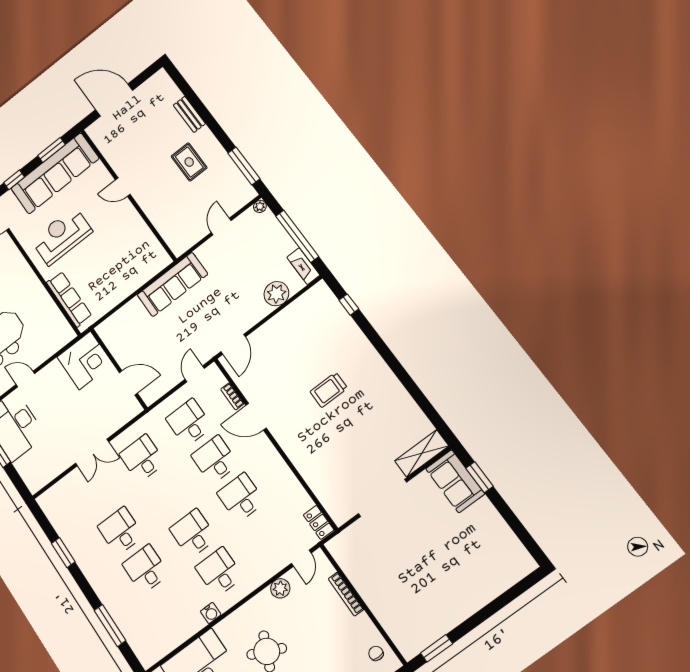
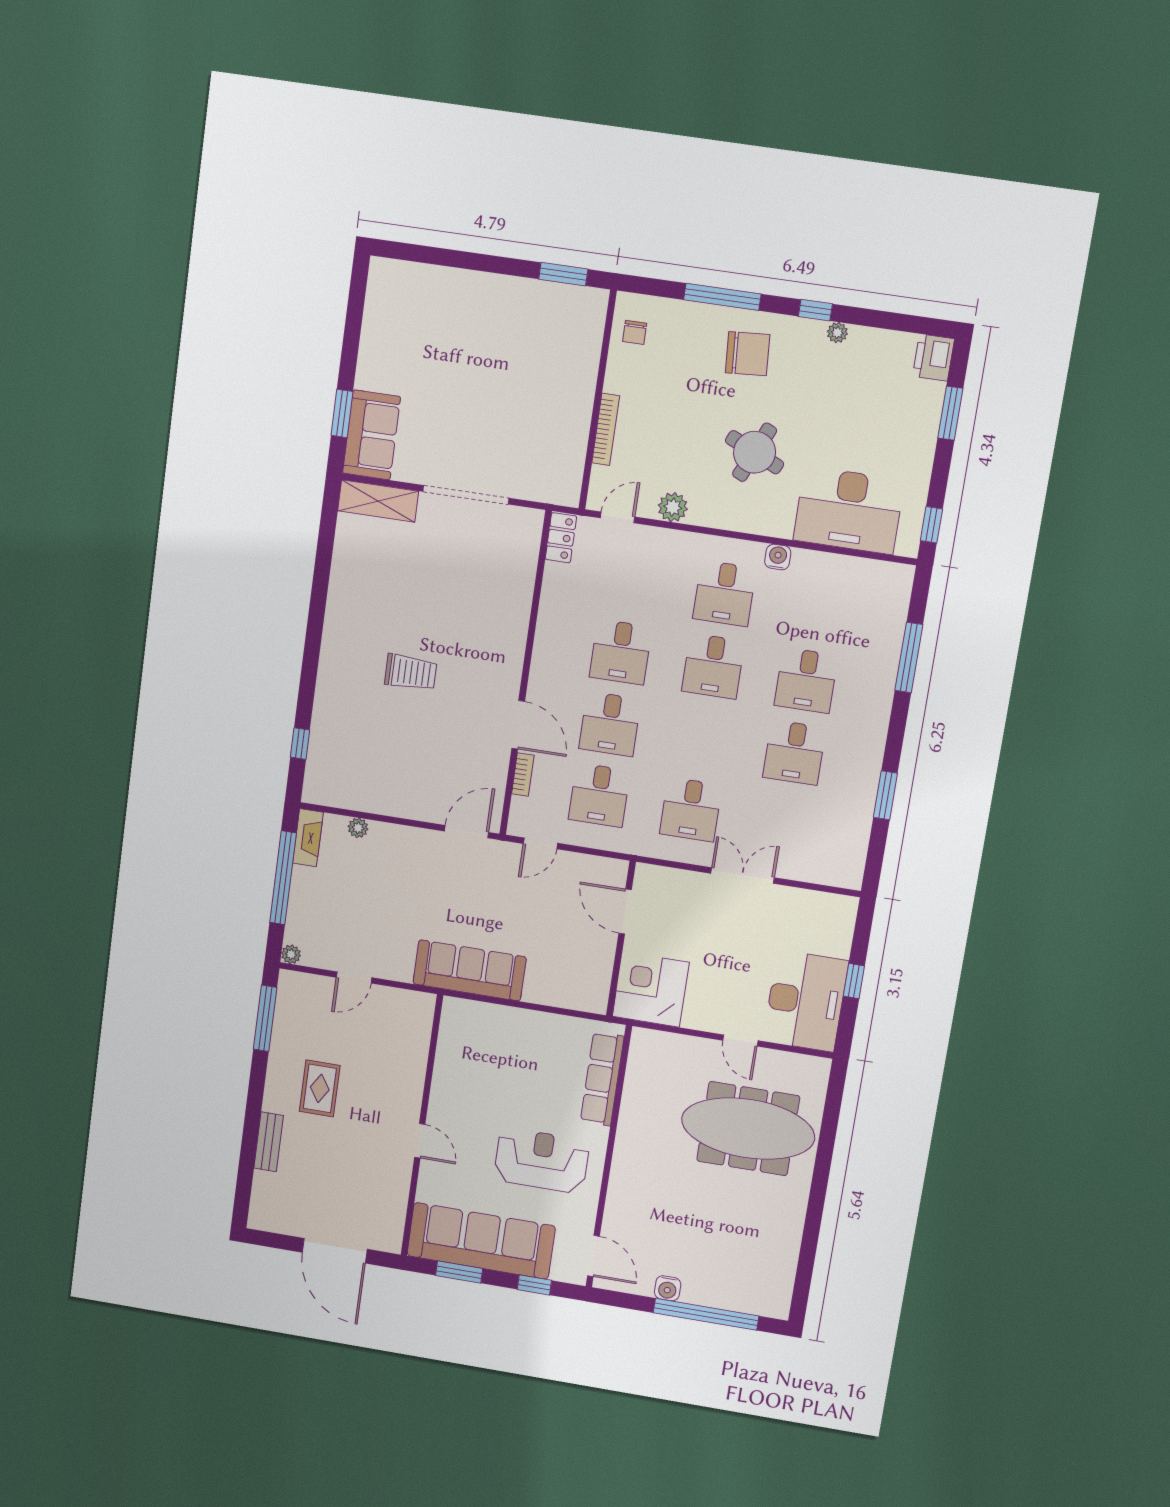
reception desk: (62, 236) -> (542, 1160), turned 180
plant: (276, 294) -> (358, 828), width x0.53, depth x0.53

